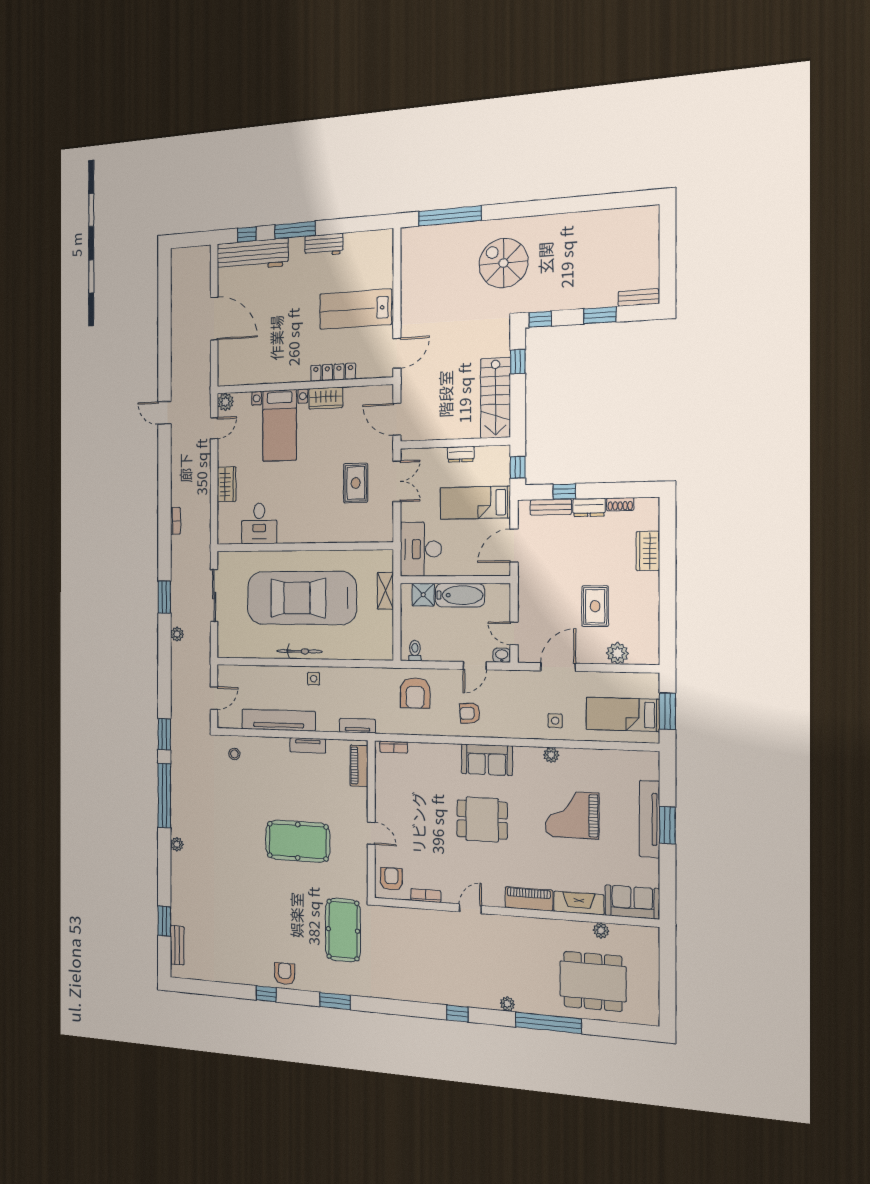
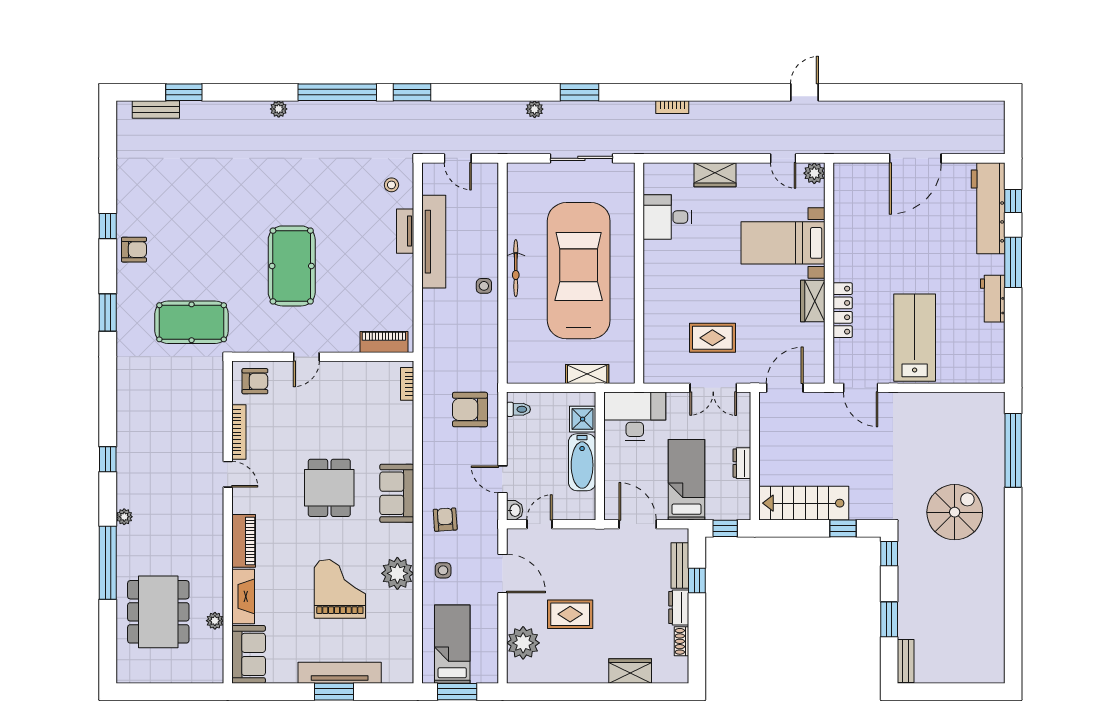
plant: (617, 653) -> (523, 643), width x1.36, depth x1.36
armchair: (470, 713) -> (445, 520), moved
tv unit: (357, 726) -> (430, 340), removed
tv unit: (308, 745) -> (405, 231), moved
plant: (551, 755) -> (397, 573), width x1.87, depth x1.87
bookcase: (426, 896) -> (239, 432), width x1.56

